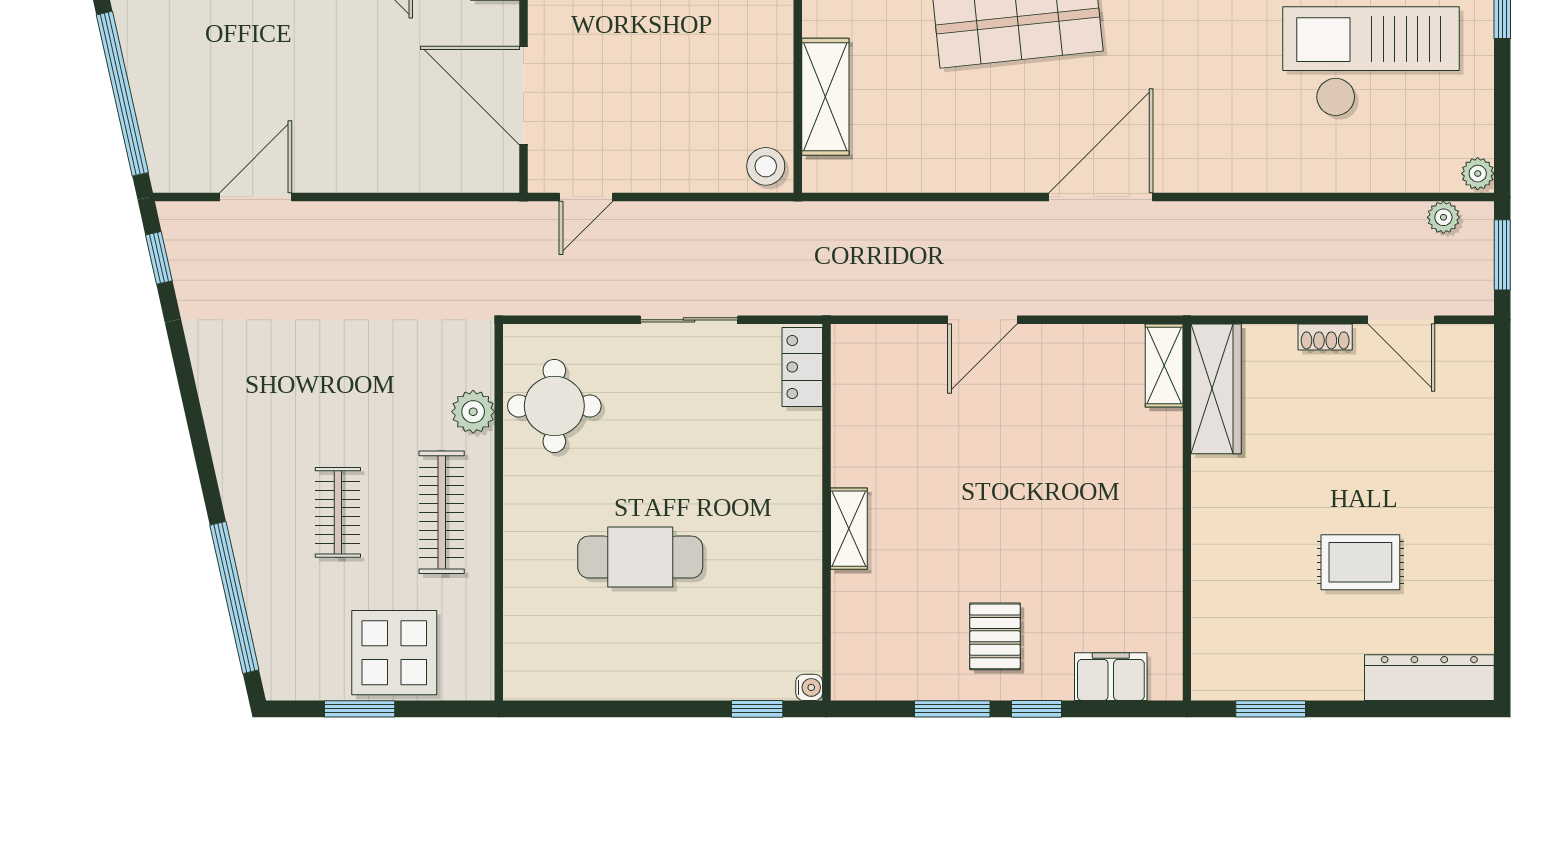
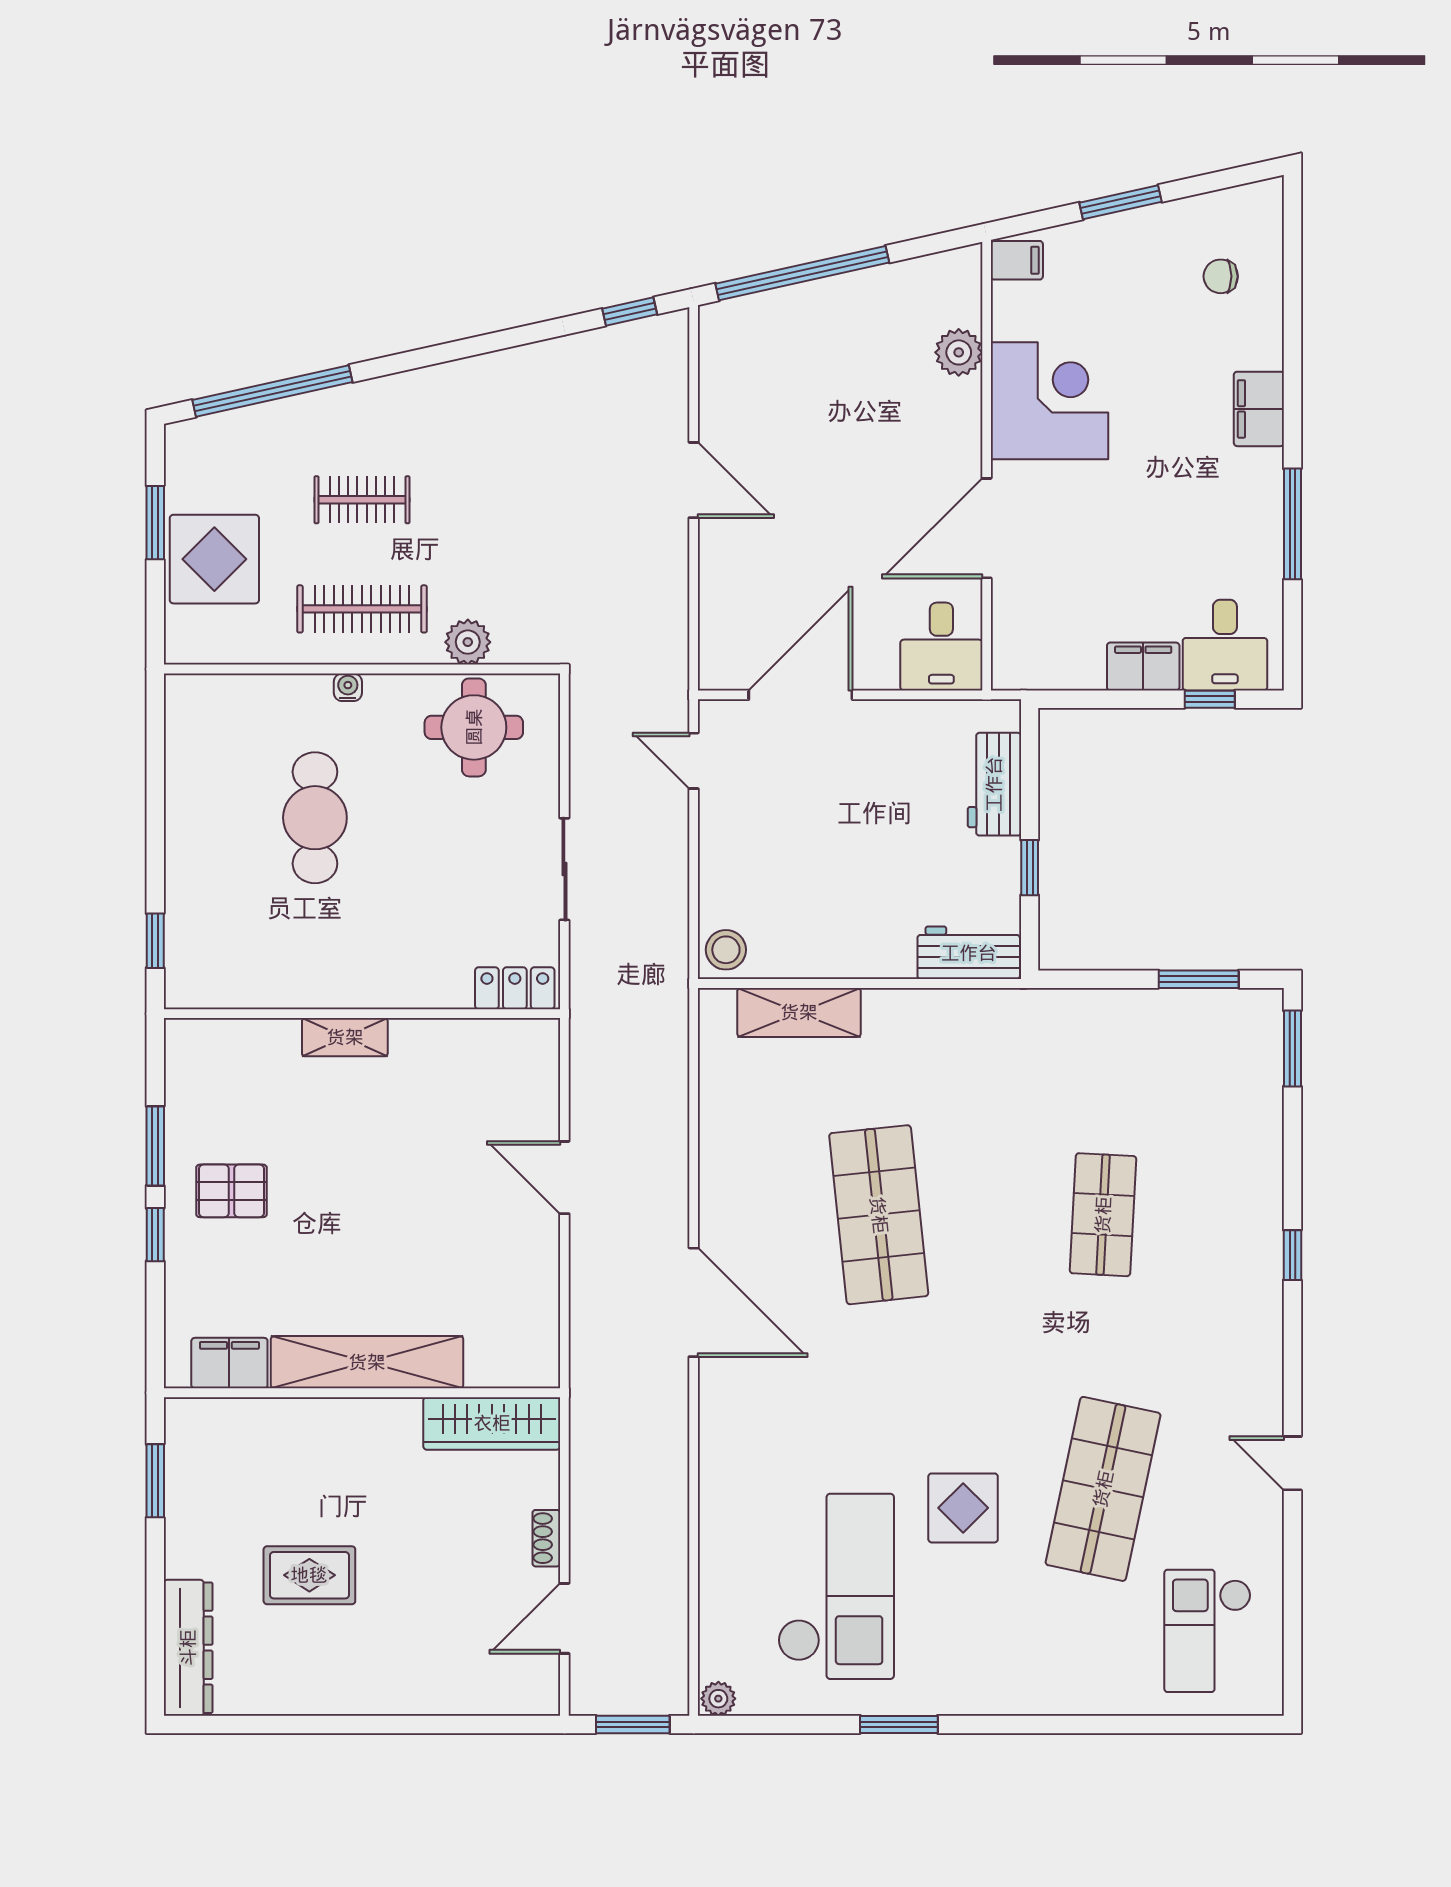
door: (256, 197) -> (694, 480), moved
plant: (1443, 217) -> (672, 1663), removed
shelving: (1164, 365) -> (367, 1362), moved, width x2.20, depth x1.33
rug: (1360, 562) -> (309, 1575), turned 90
filing cabinet: (1111, 677) -> (229, 1363), moved, turned -90
water cooler: (809, 687) -> (348, 687), moved, turned 180

